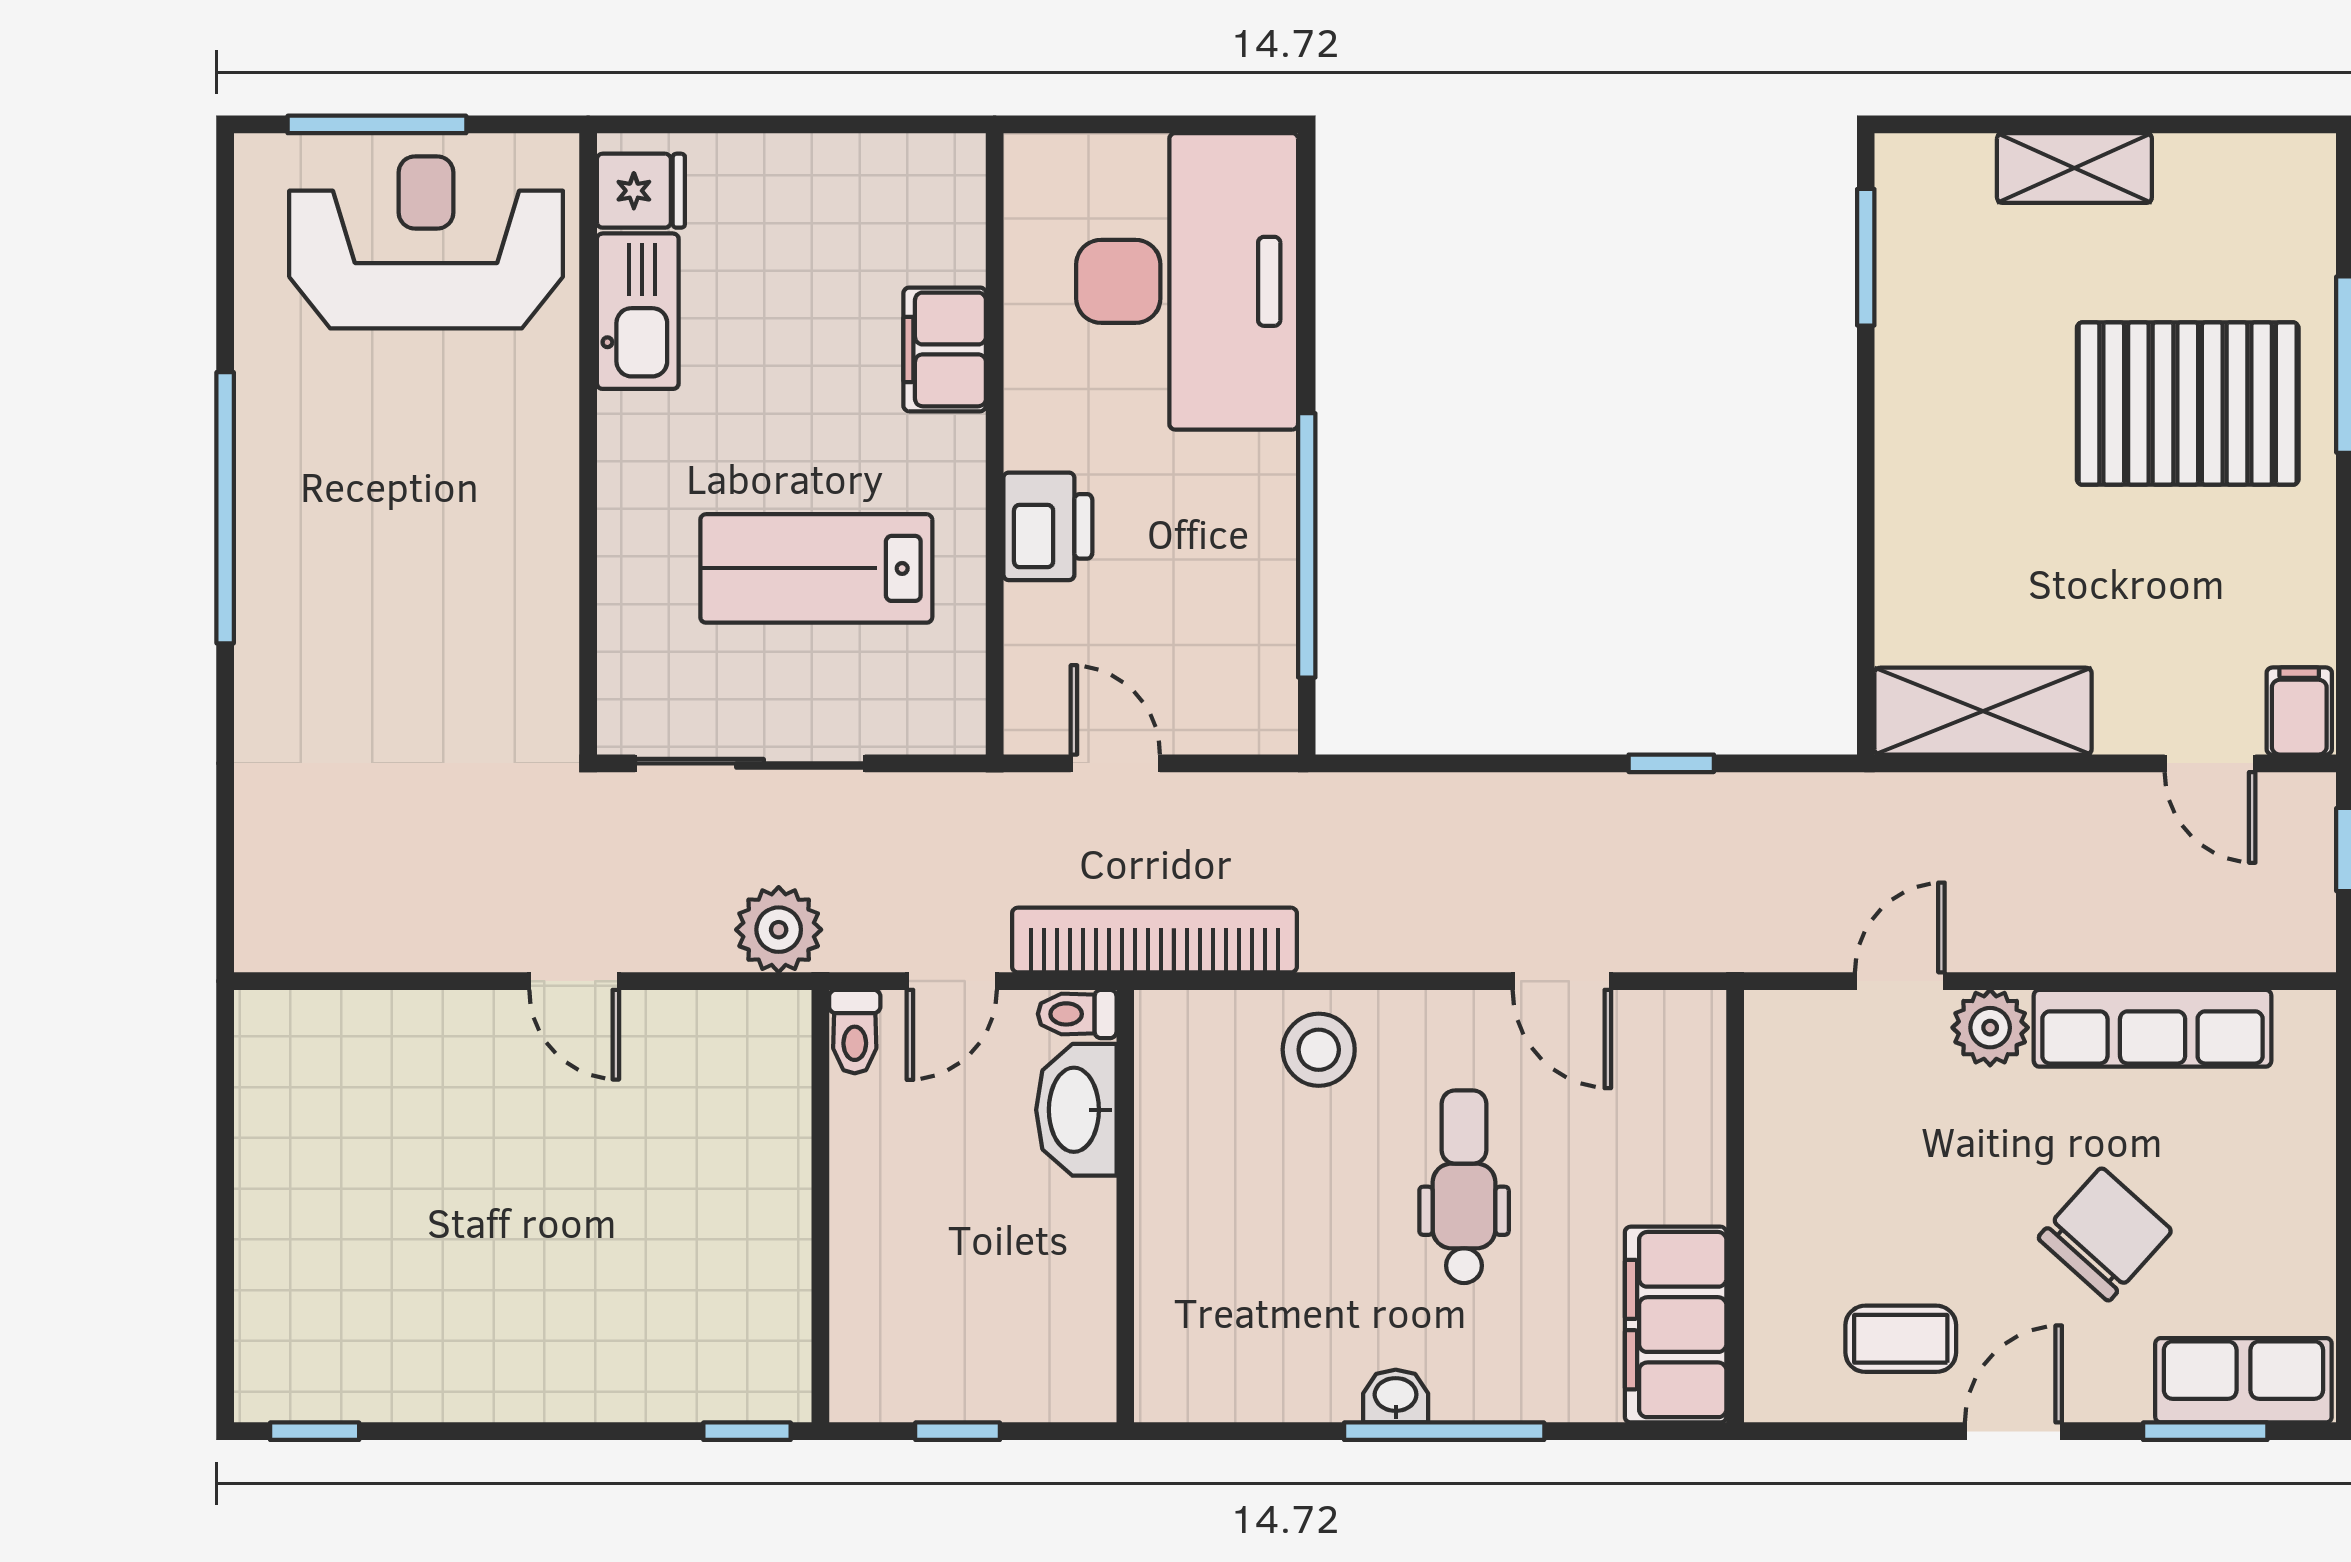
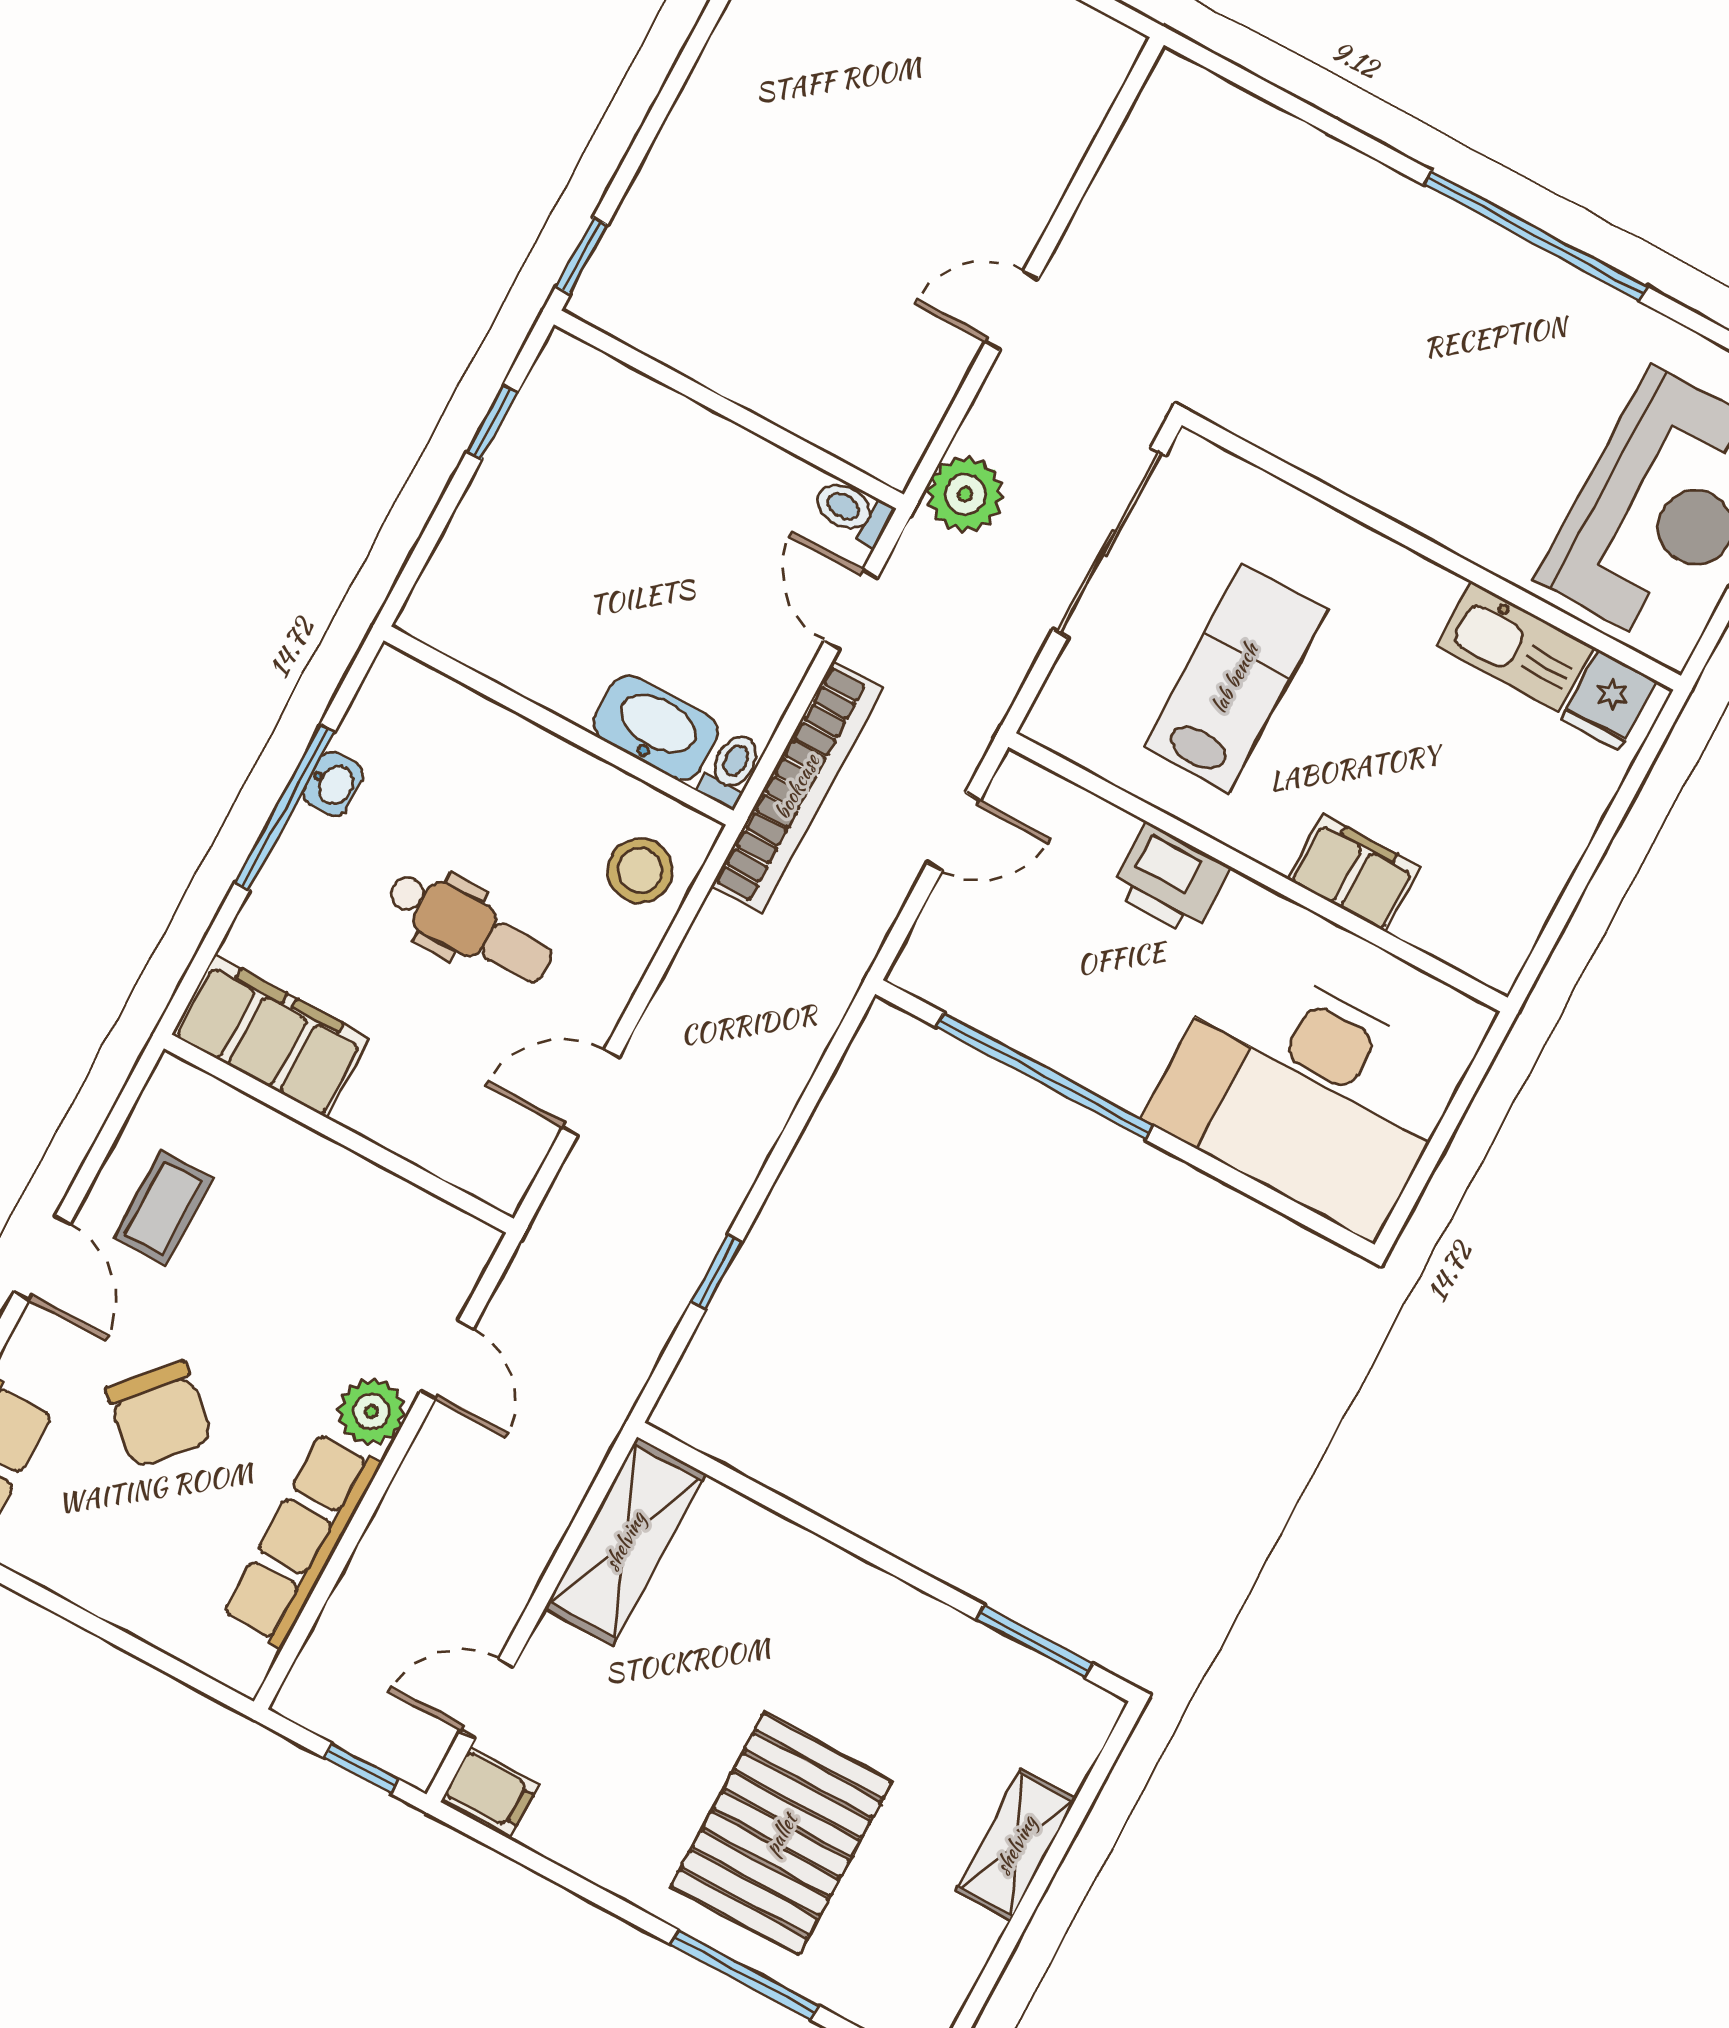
toilet: (1077, 1014) -> (731, 769), moved
washbasin: (1076, 1110) -> (656, 728), moved
wall: (1125, 1206) -> (559, 726), moved

